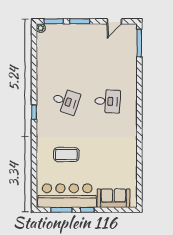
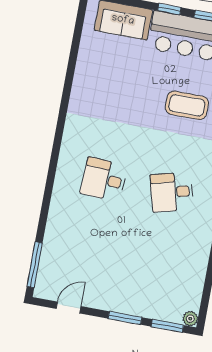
desk: (66, 101) -> (172, 192), turned -33

